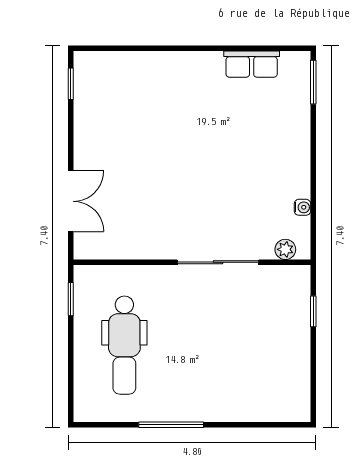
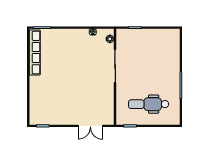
row of seats: (252, 64) -> (35, 53), width x2.02
double door: (71, 201) -> (90, 126), swing flipped
dental chair: (124, 345) -> (149, 104), turned 180

